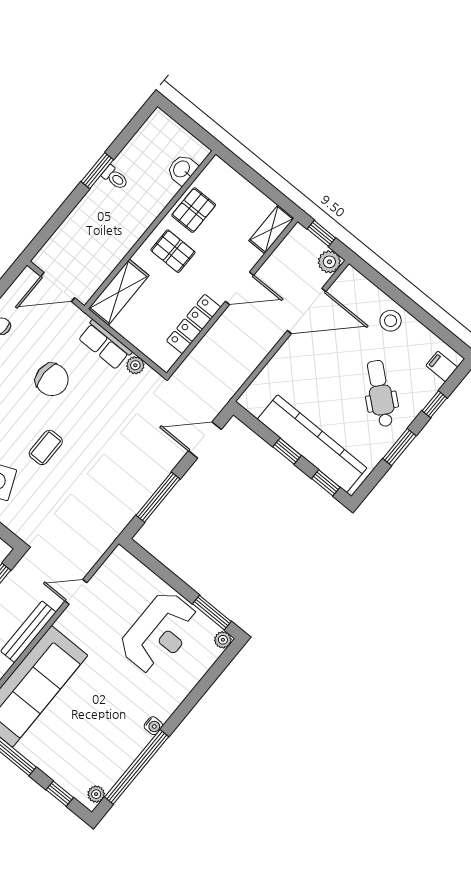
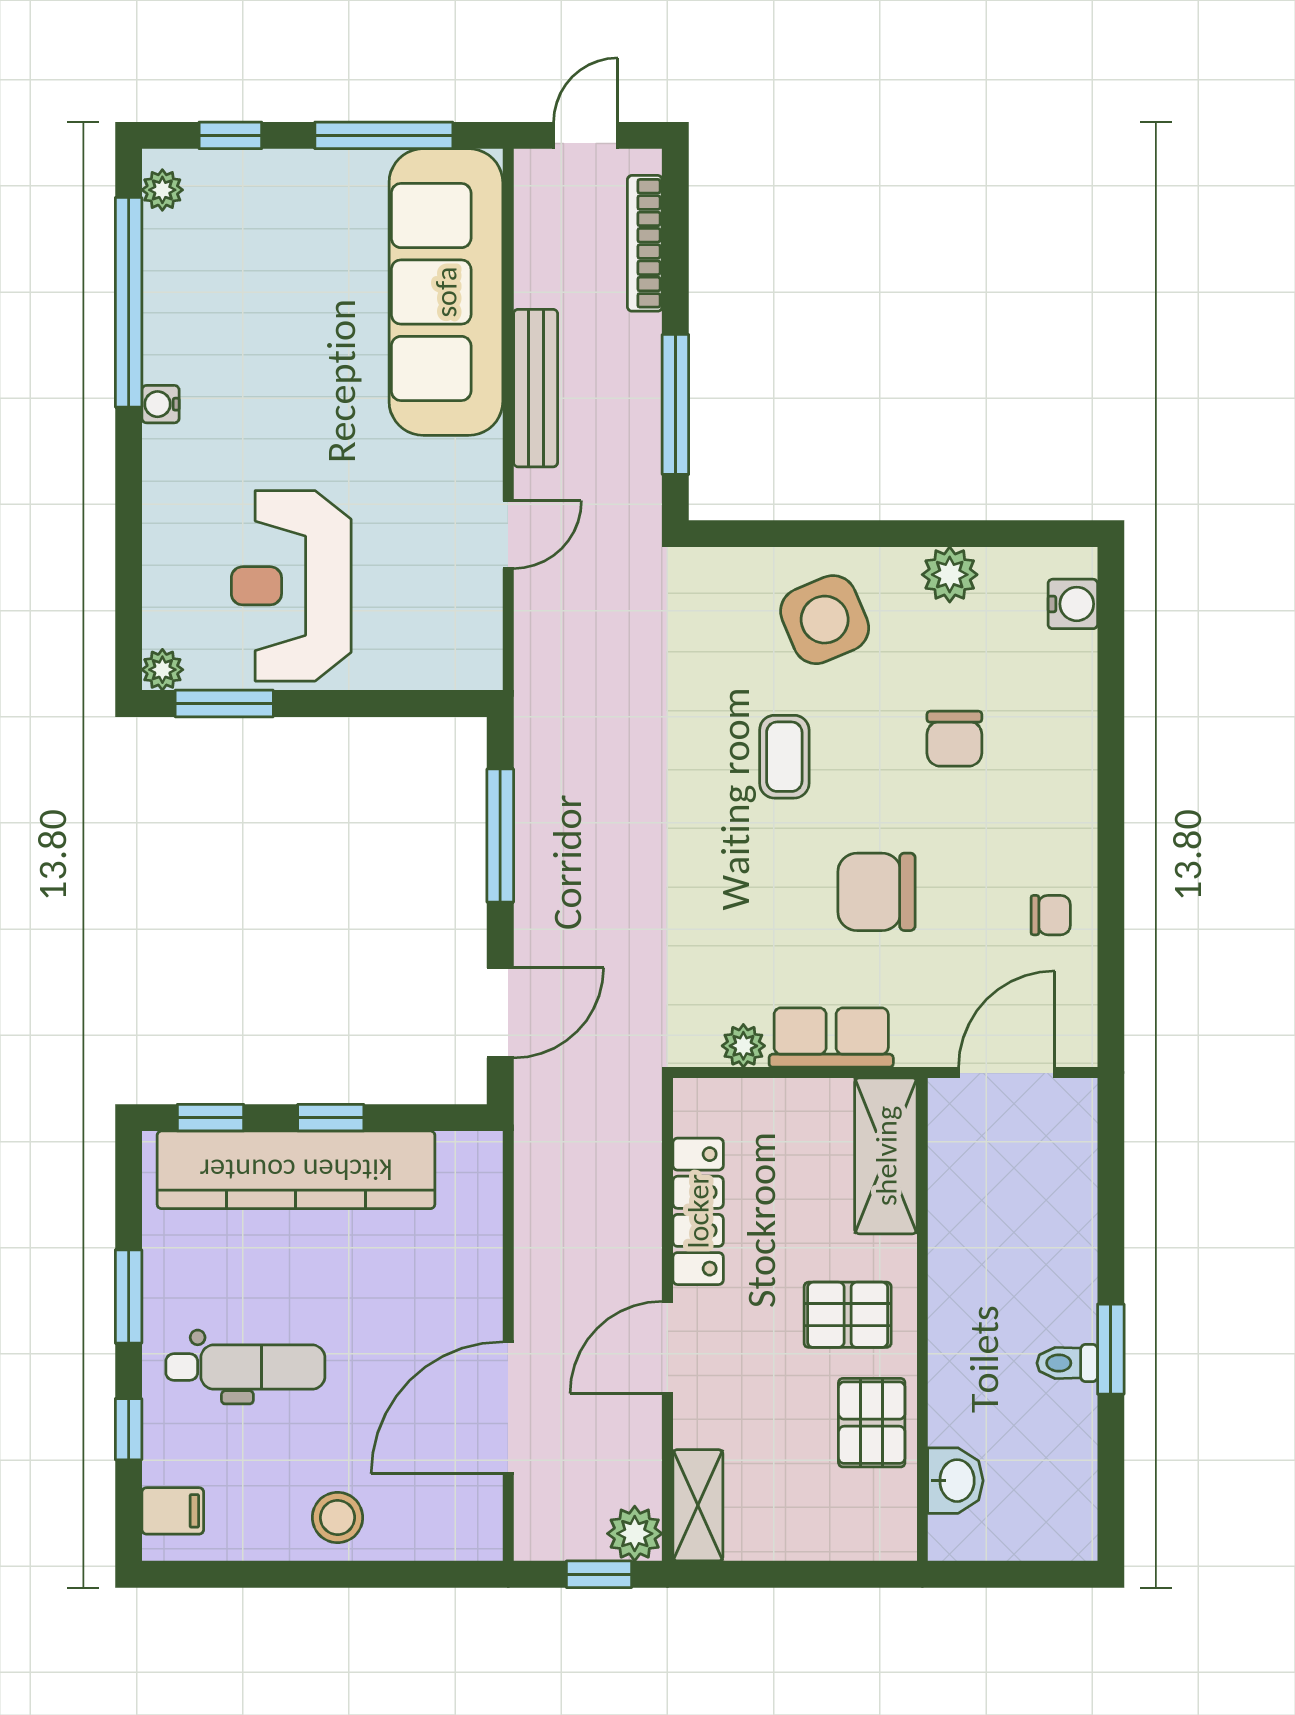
plant: (329, 262) -> (635, 1534), moved
dental chair: (380, 394) -> (245, 1367), turned -40

